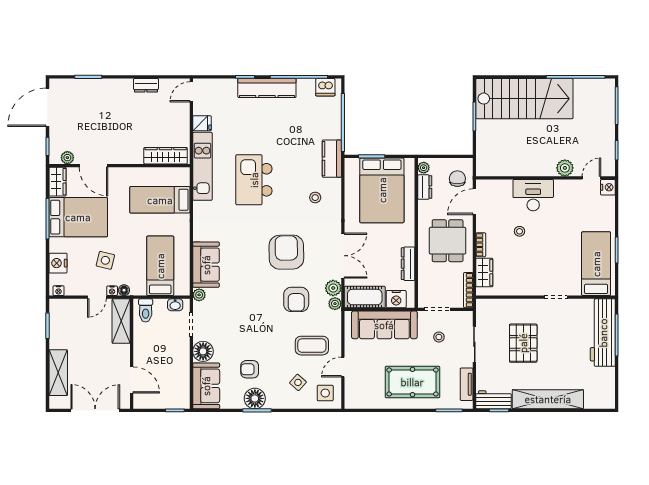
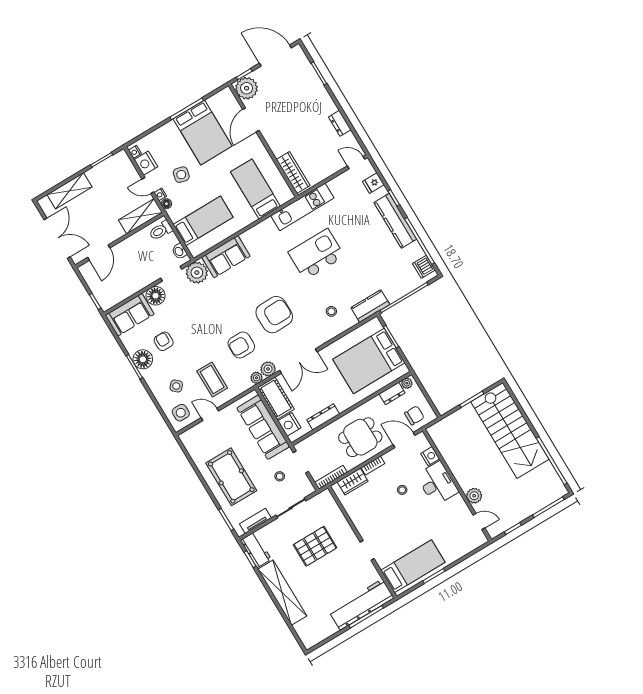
fridge: (202, 123) -> (373, 183), moved, turned 90
plant: (67, 158) -> (247, 88), width x1.87, depth x1.87
wardrobe: (57, 182) -> (221, 99), removed
nightstand: (608, 187) -> (430, 456), moved, turned -90
nightstand: (58, 263) -> (146, 163), moved, turned -90
plant: (199, 295) -> (197, 273), width x1.88, depth x1.88

